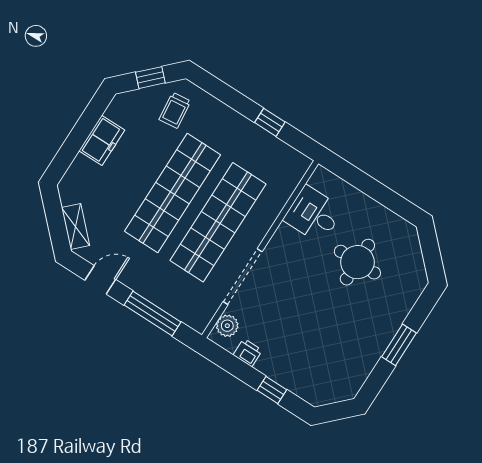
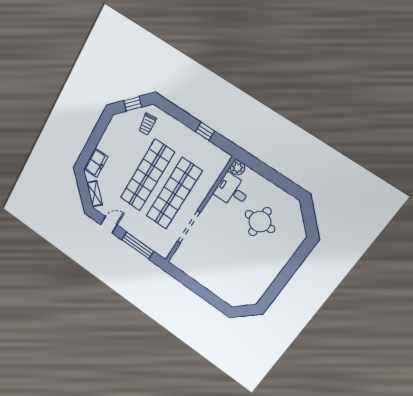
freezer: (102, 140) -> (96, 163), moved
plant: (227, 326) -> (238, 168), moved
window: (399, 345) -> (286, 275), removed
printer: (248, 353) -> (192, 272), removed
window: (272, 390) -> (206, 295), removed

